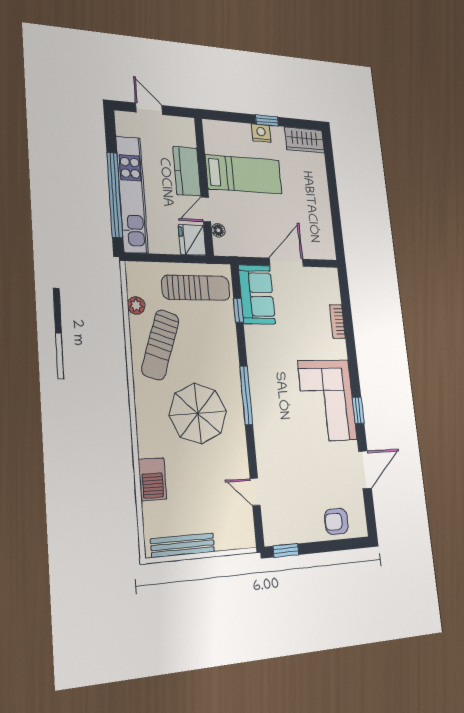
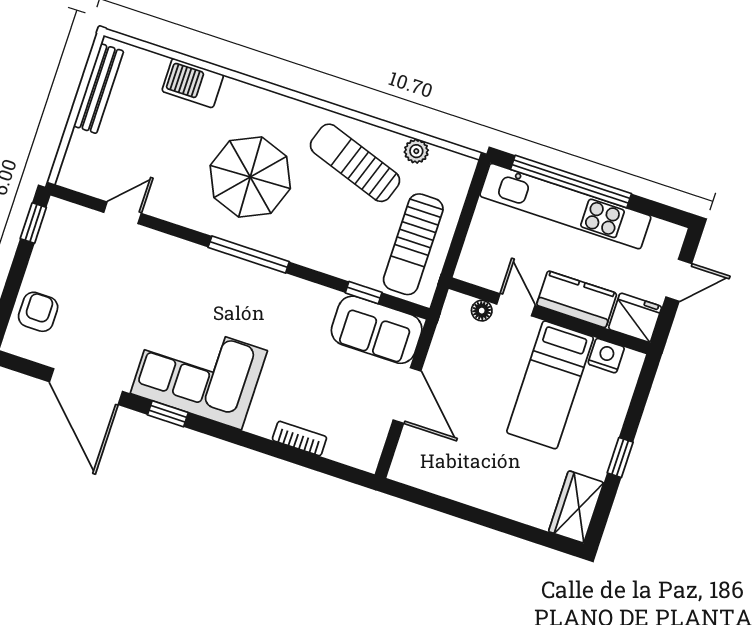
nightstand: (261, 133) -> (606, 356), moved, turned -90
fridge: (192, 240) -> (635, 318), moved
door: (365, 470) -> (86, 387), width x1.36

